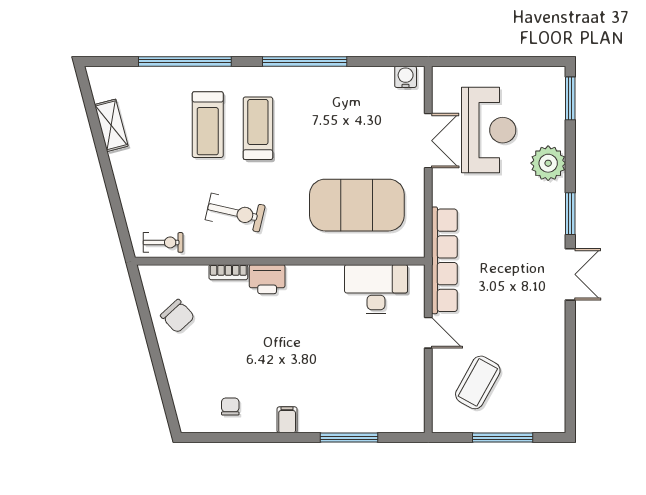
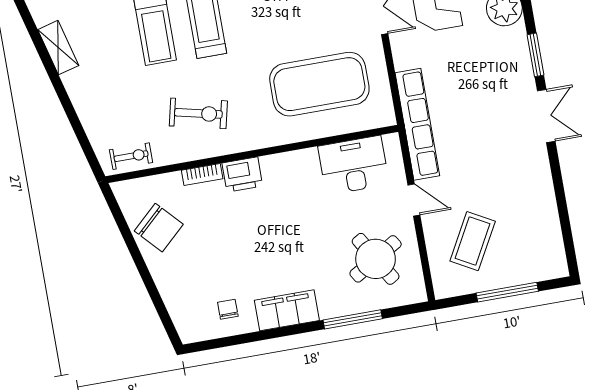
chair: (178, 316) -> (159, 228), width x1.37, depth x1.37
round table: (381, 383) -> (376, 259), added
filing cabinet: (287, 420) -> (287, 310), width x3.00, depth x1.17

